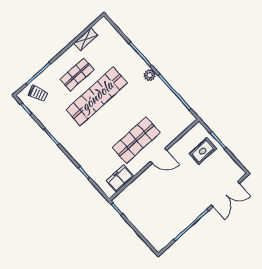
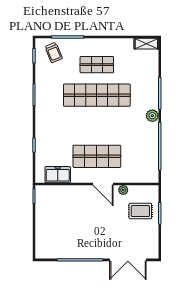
shelving: (86, 39) -> (146, 44), moved
plant: (177, 147) -> (123, 190), added

